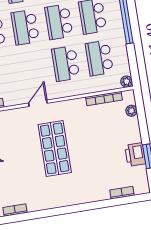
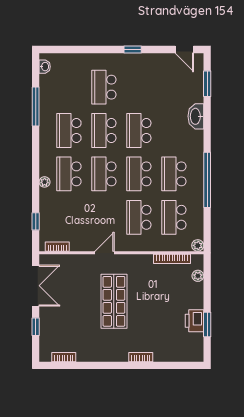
bookcase: (122, 193) -> (141, 357), moved

